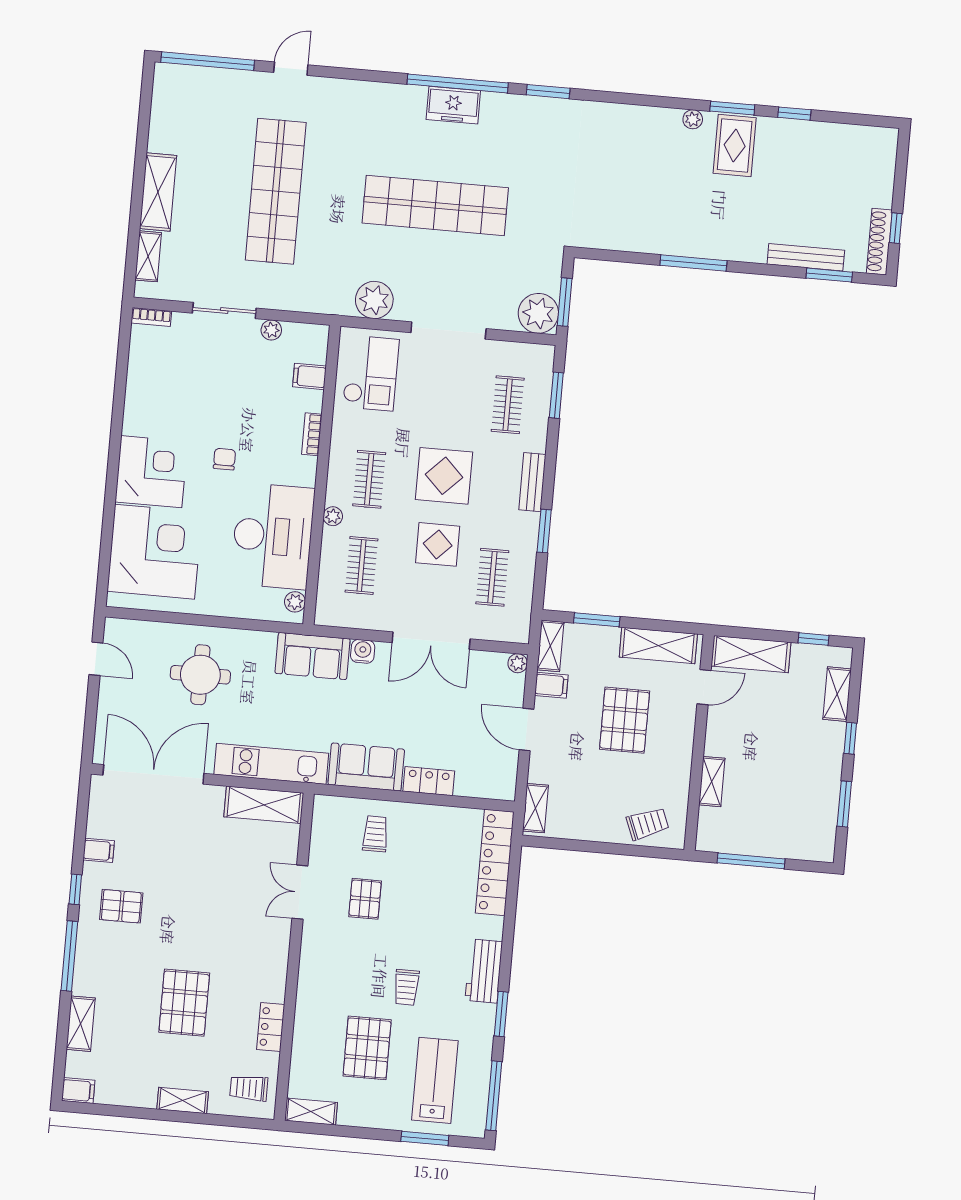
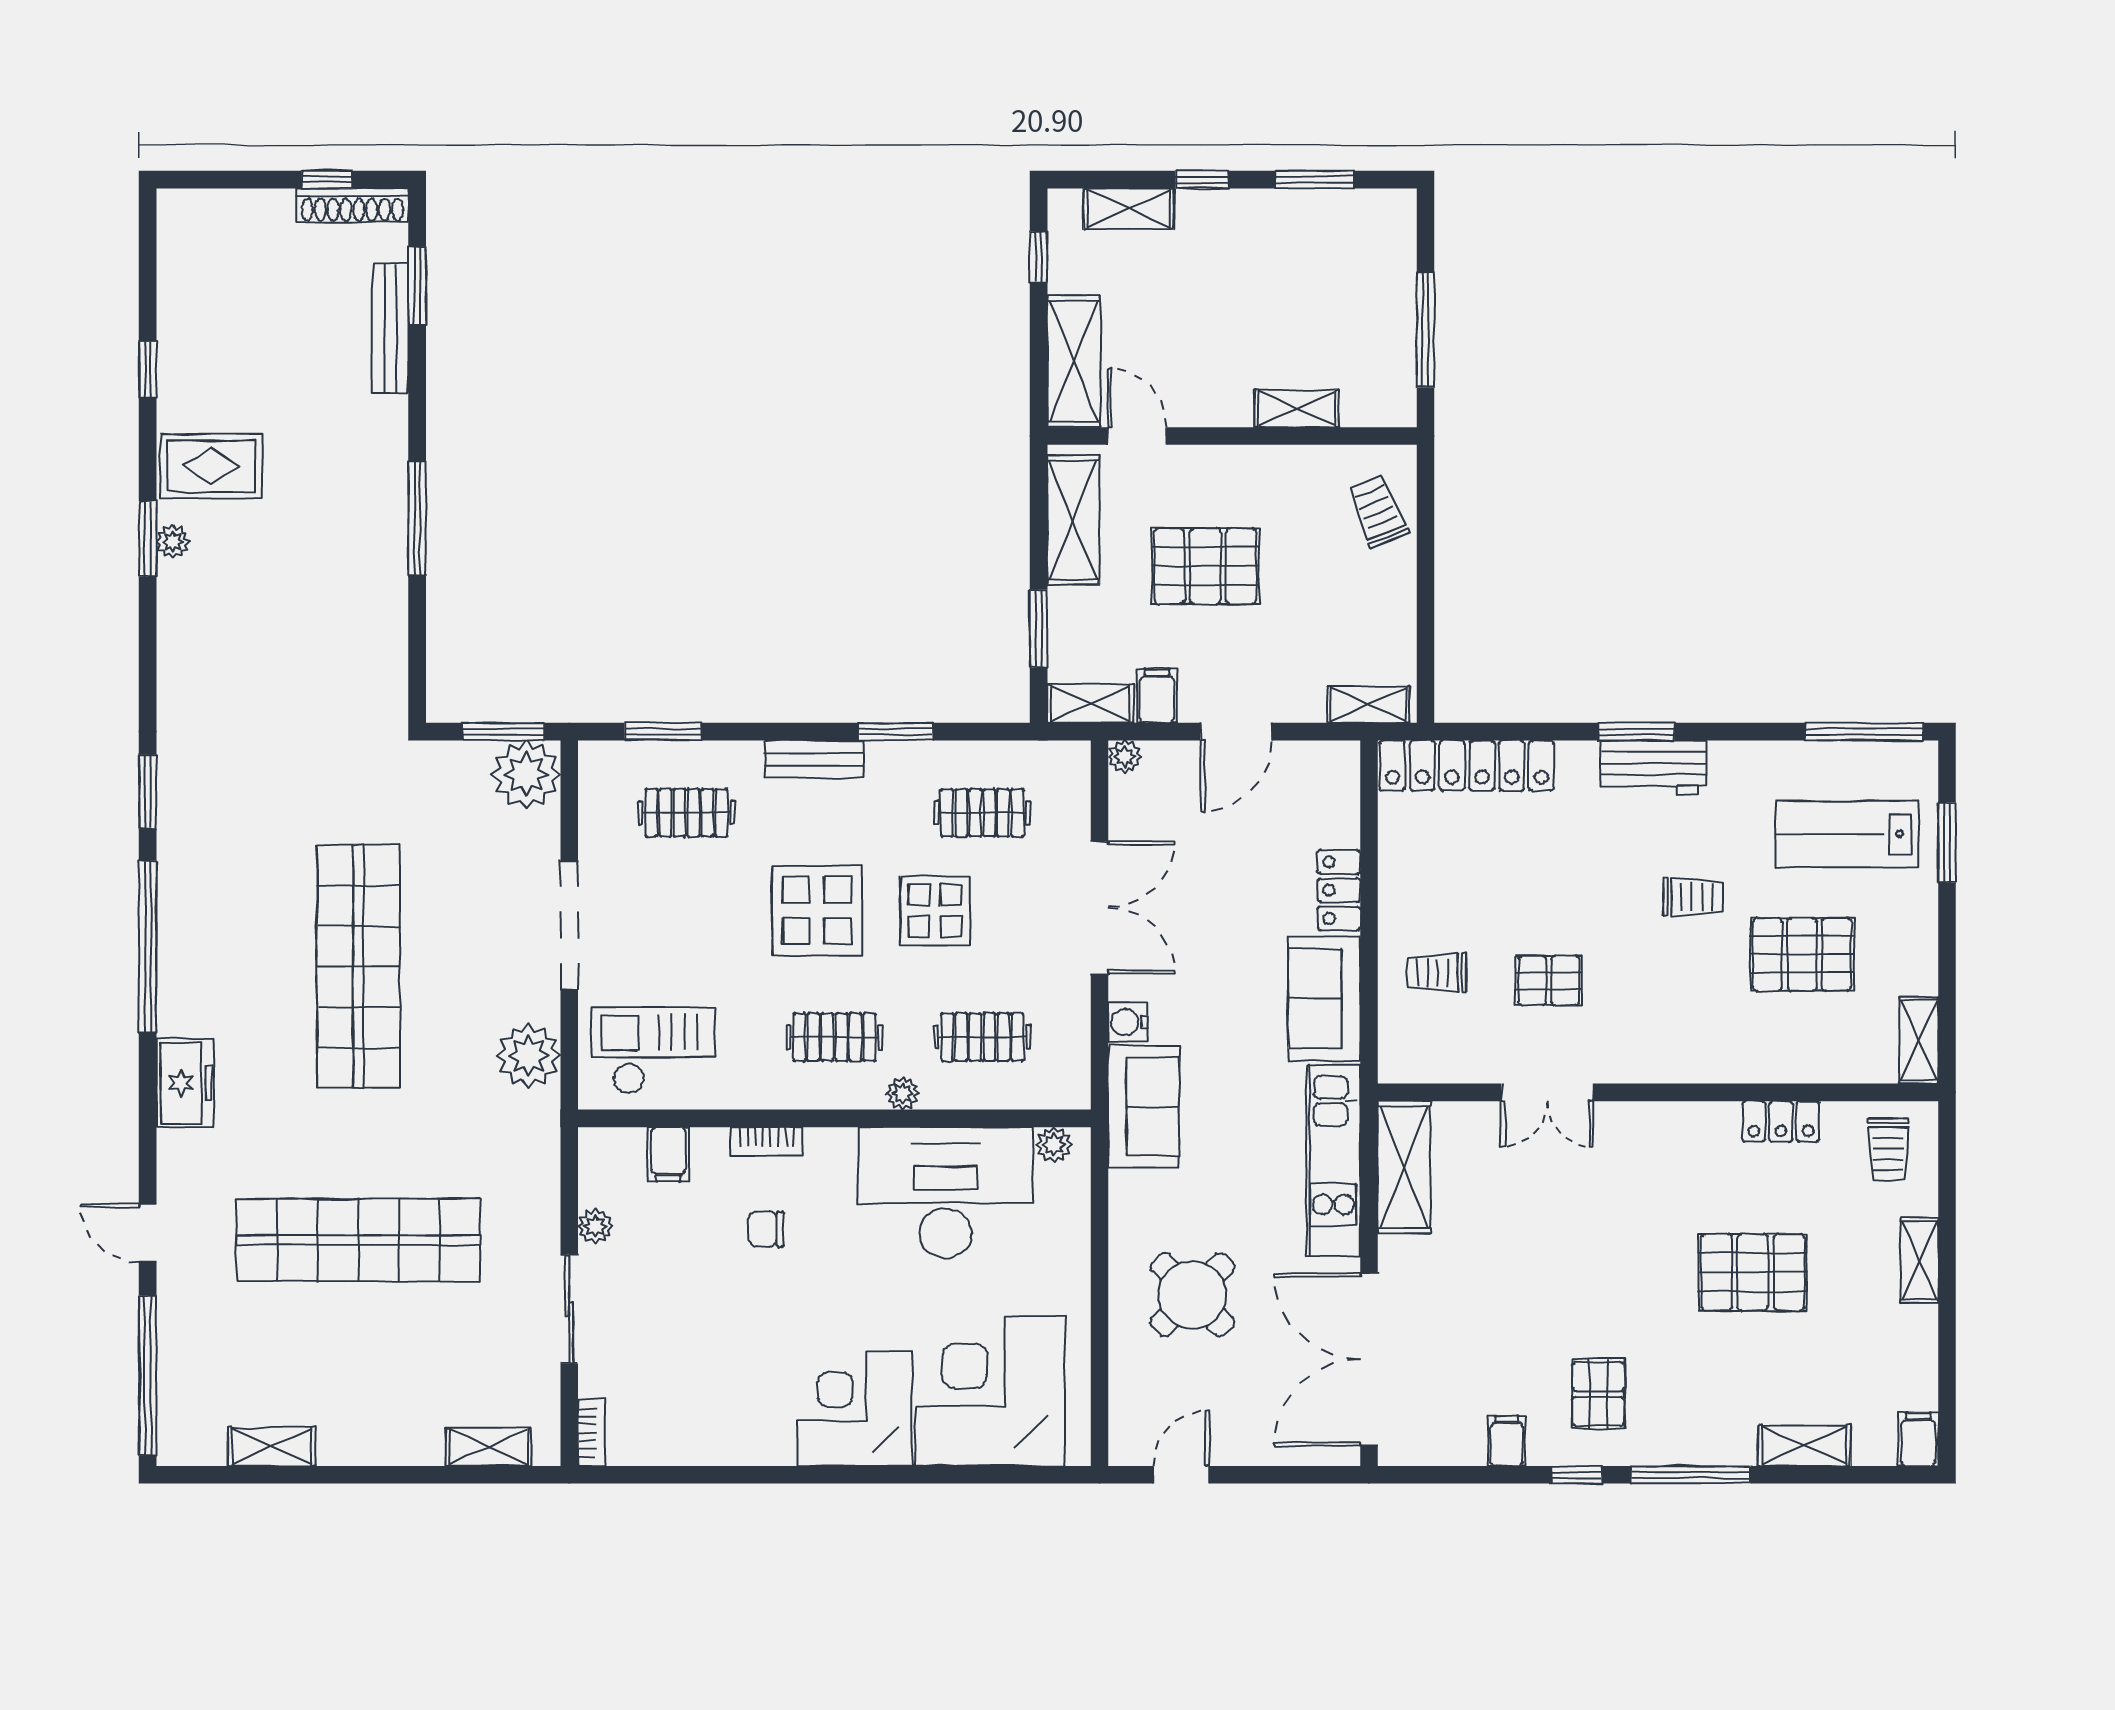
freezer: (453, 105) -> (185, 1083), moved
window: (732, 108) -> (148, 539), moved
shelving: (158, 192) -> (271, 1447), moved, width x0.67, depth x0.75
chair: (224, 459) -> (766, 1229), moved
round table: (200, 675) -> (1192, 1295), turned 45
window: (501, 1014) -> (1636, 732), moved

